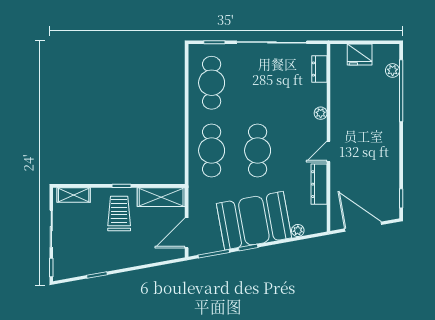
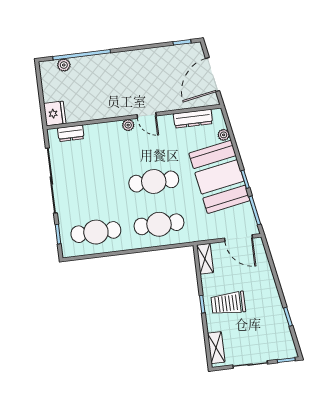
fridge: (360, 55) -> (55, 113), moved
plant: (321, 113) -> (128, 125), moved
dresser: (319, 184) -> (193, 119), moved
shelving: (161, 197) -> (205, 259), width x0.67, depth x0.75

